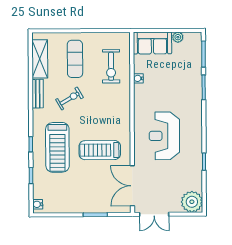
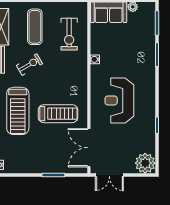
water cooler: (138, 78) -> (95, 59), moved
treadmill: (100, 150) -> (58, 114), turned 180

